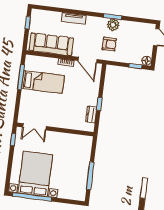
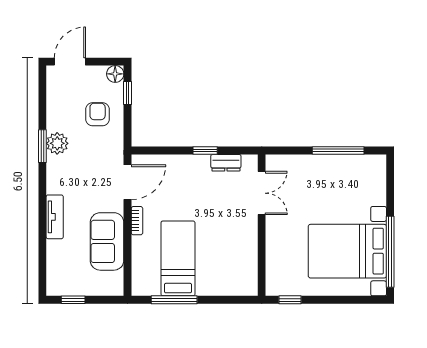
sofa: (51, 44) -> (107, 241), width x0.73
armchair: (109, 44) -> (98, 114), moved
double door: (34, 127) -> (262, 193), moved

